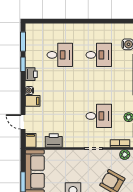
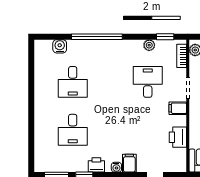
desk: (60, 55) -> (73, 130), turned 180
desk: (99, 55) -> (73, 82), turned 180
filing cabinet: (31, 140) -> (178, 108), moved

